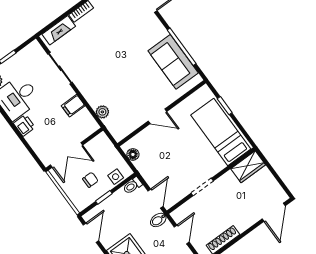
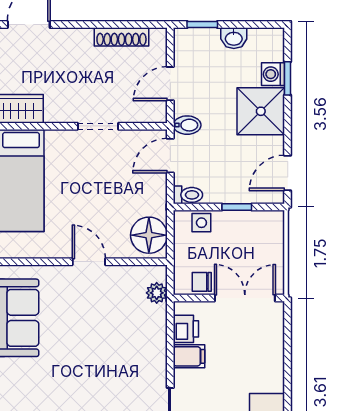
plant: (102, 112) -> (157, 293), moved
printer: (24, 125) -> (186, 329), moved, turned 180
floor lamp: (133, 154) -> (149, 235), width x1.89, depth x1.89
chair: (90, 180) -> (202, 282), moved

